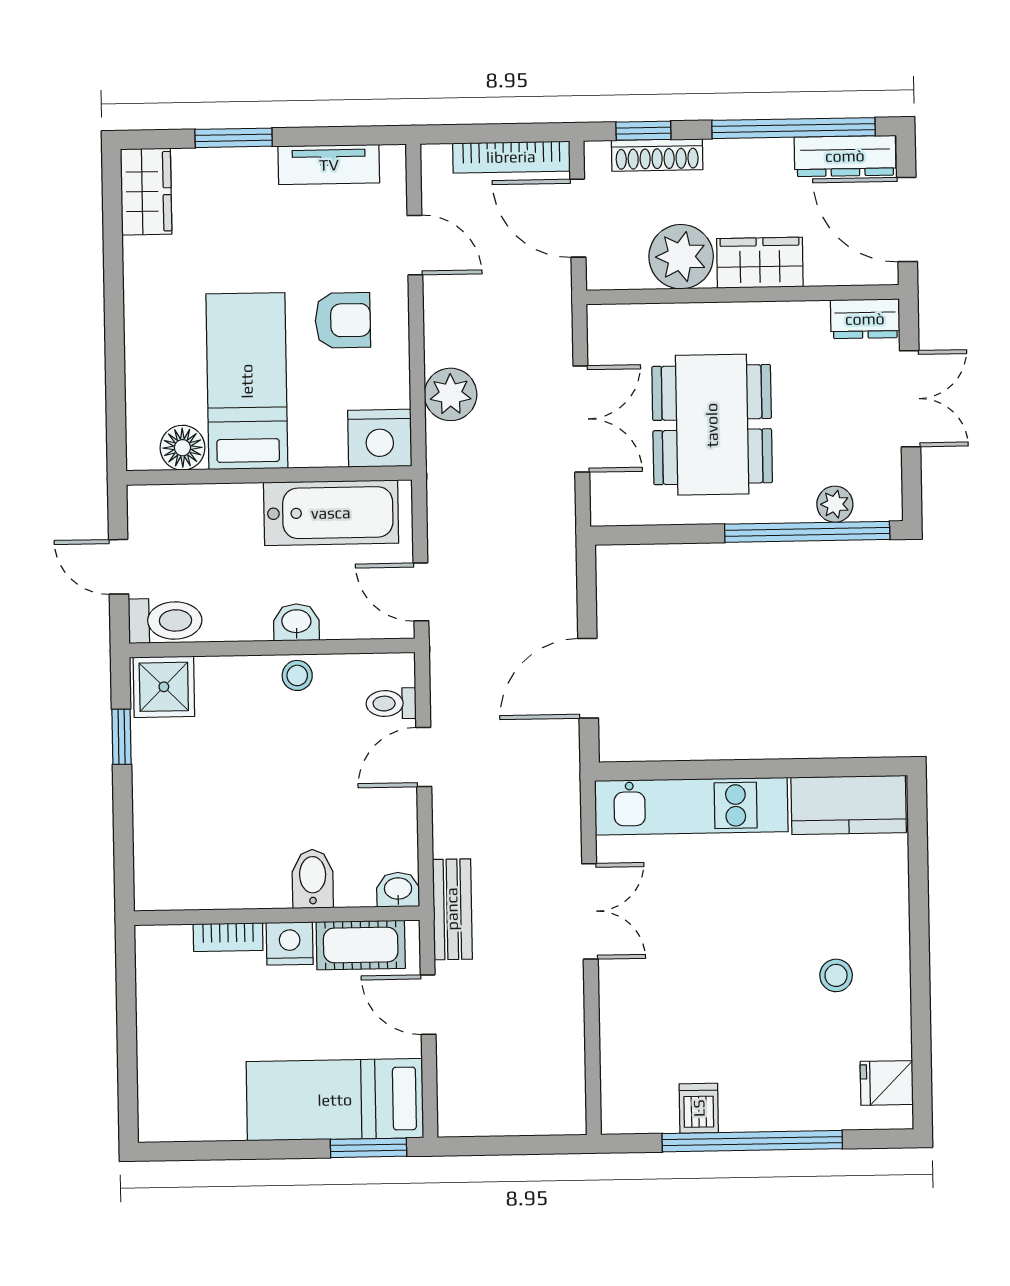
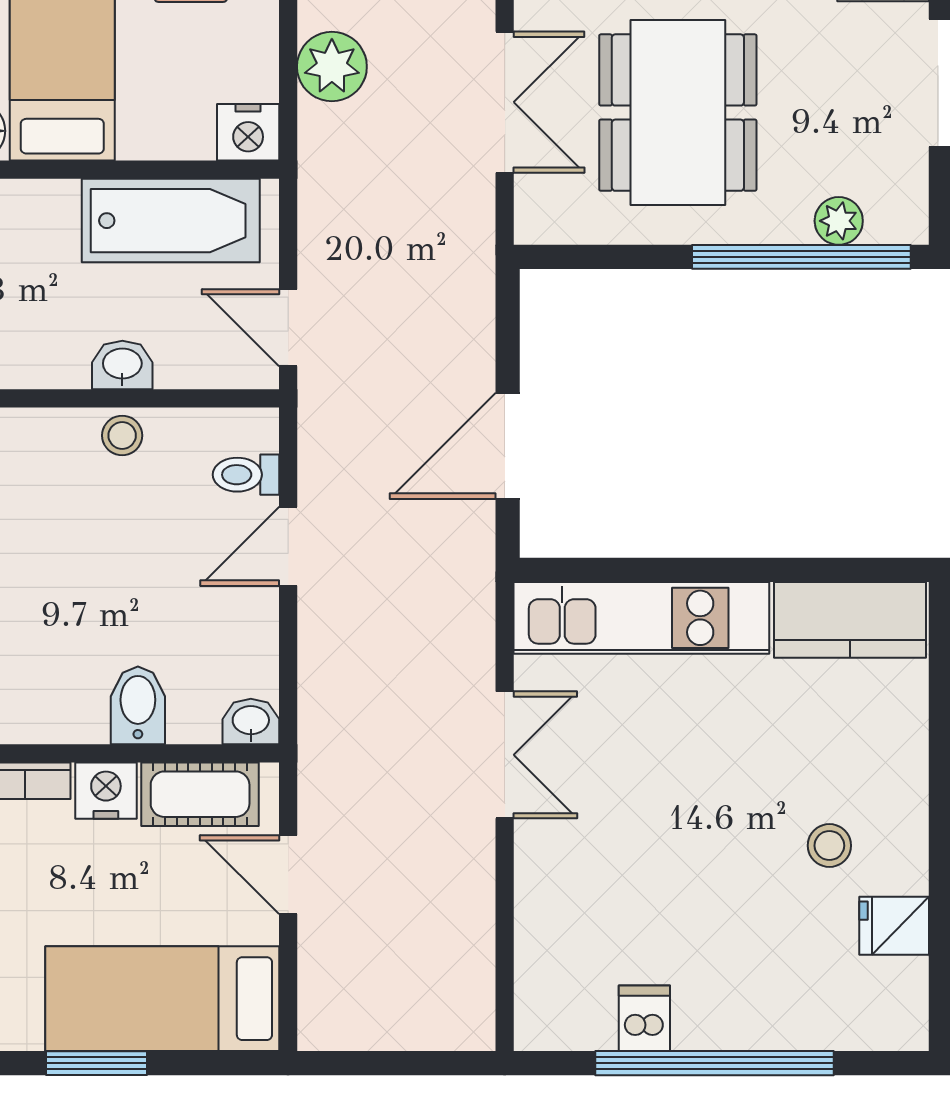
nightstand: (380, 438) -> (248, 132), width x0.74, depth x0.75
bench: (452, 909) -> (322, 749), removed
fridge: (887, 1083) -> (894, 926), moved
window: (369, 1148) -> (96, 1063), moved

